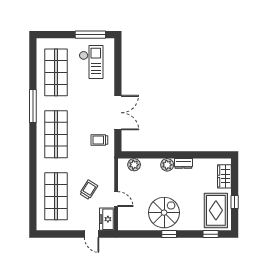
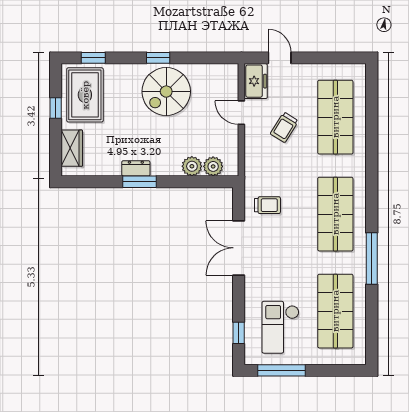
window: (118, 58) -> (239, 333), added
window: (181, 155) -> (139, 182), added
plant: (167, 165) -> (192, 166), moved

